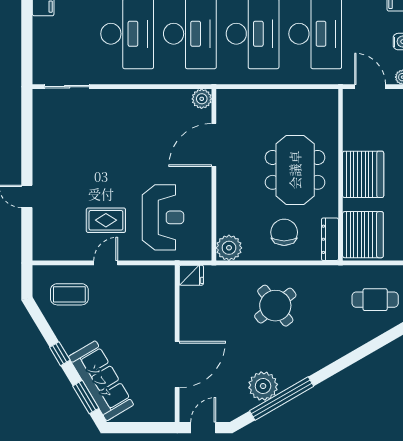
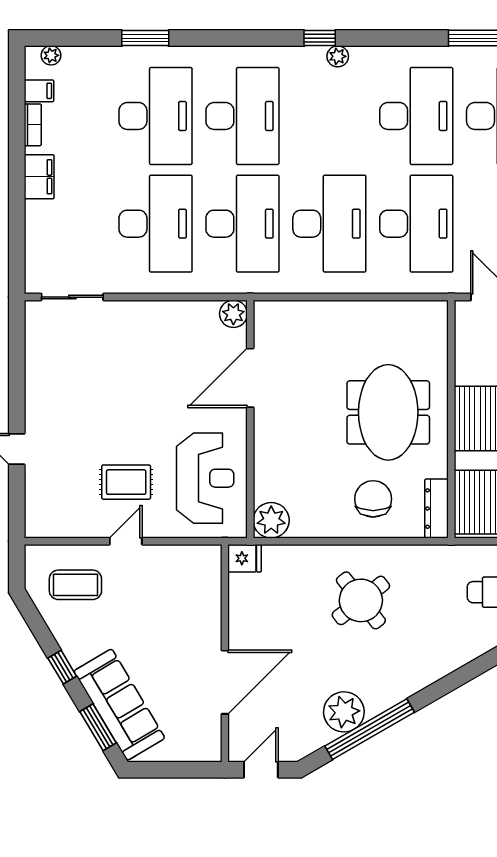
plant: (202, 99) -> (233, 314), moved
door: (214, 145) -> (250, 378), moved
wall: (214, 175) -> (250, 419), moved
plant: (229, 248) -> (271, 520), moved

